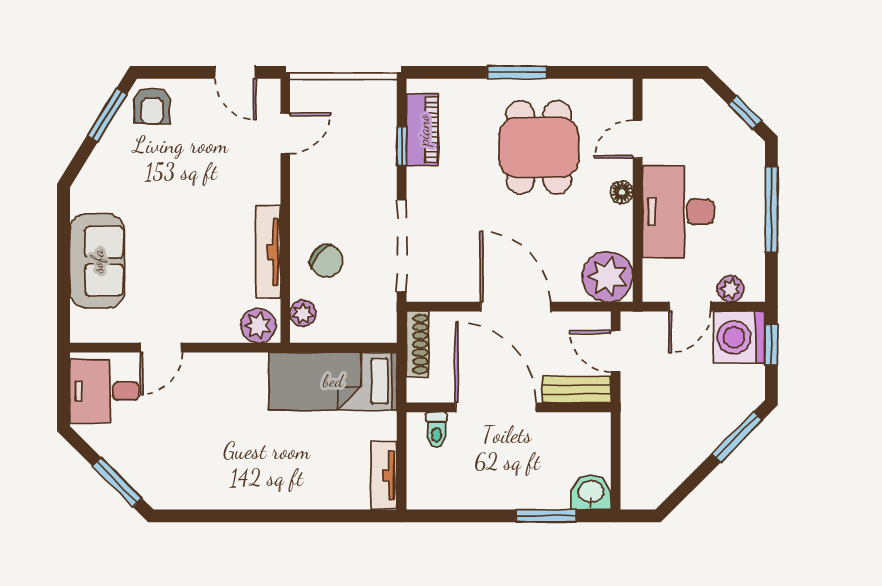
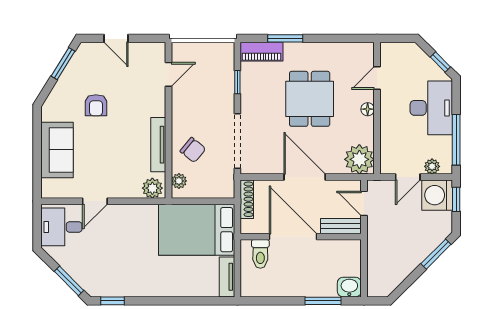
door: (235, 72) -> (116, 38), moved
window: (517, 72) -> (285, 38), moved
armchair: (152, 106) -> (96, 105), moved
piano: (423, 130) -> (262, 52), moved, turned 90
dining table: (539, 147) -> (310, 99), moved
window: (771, 209) -> (456, 140), moved
desk: (678, 212) -> (431, 108), moved, turned 180
bed: (333, 381) -> (197, 230), width x1.50
toilet: (436, 430) -> (260, 254), width x1.37, depth x1.39
window: (191, 516) -> (112, 301), added

